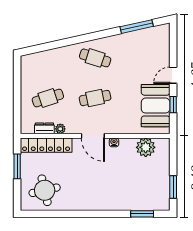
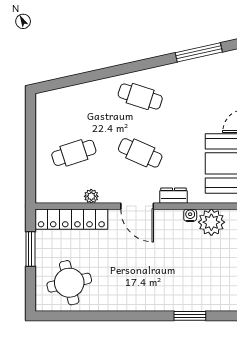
cafe table: (95, 98) -> (140, 153), turned 36
dresser: (44, 128) -> (173, 196), moved
water cooler: (114, 142) -> (190, 215), moved
window: (142, 214) -> (190, 316), moved

